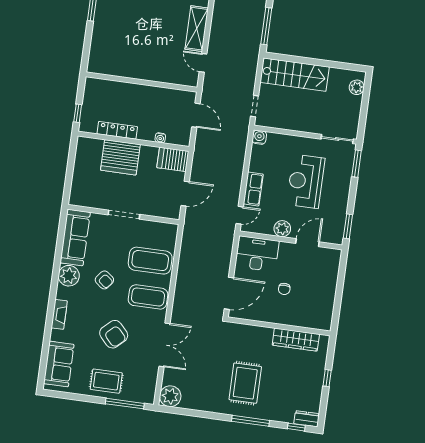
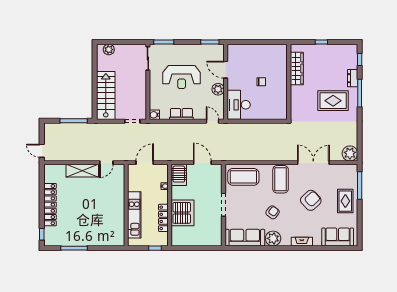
kitchen unit: (127, 91) -> (134, 215), added
row of seats: (253, 189) -> (181, 114), moved
coffee table: (150, 261) -> (243, 177), moved, turned 90
door: (229, 293) -> (270, 121), removed
dresser: (307, 419) -> (353, 78), moved

